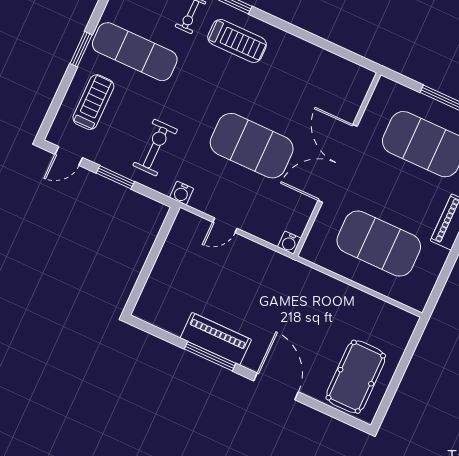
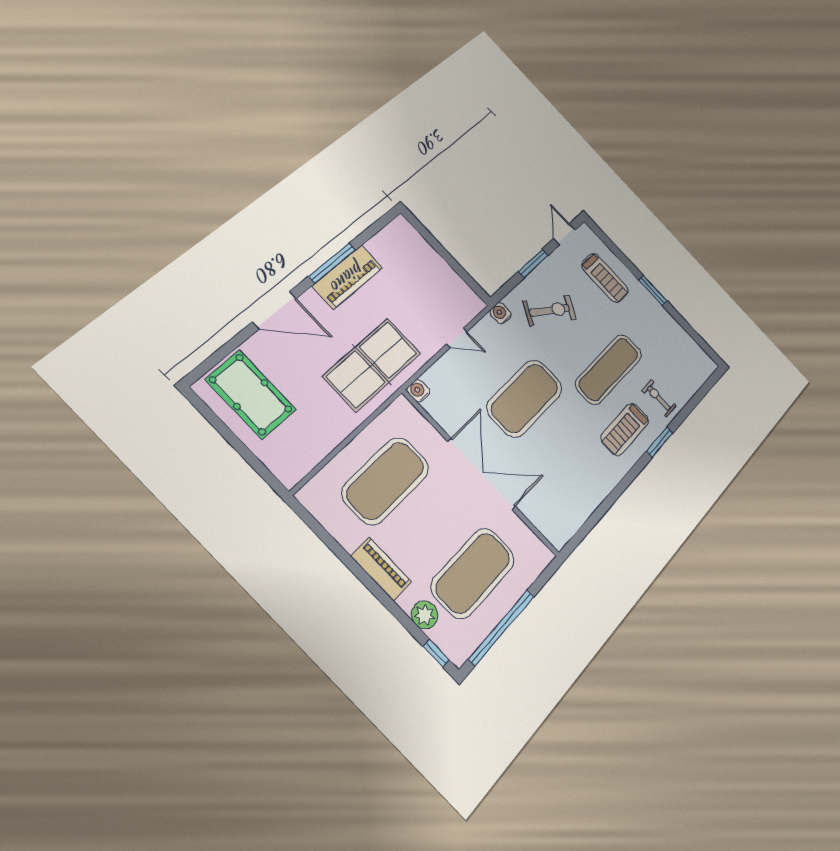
exercise mat: (135, 52) -> (609, 369), moved
exercise bike: (155, 148) -> (550, 310), turned -59
door: (225, 225) -> (457, 338), swing flipped
table tennis table: (285, 290) -> (372, 365), added

